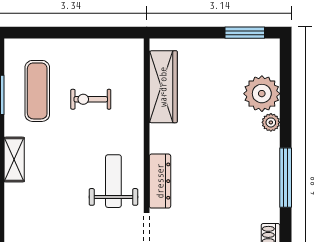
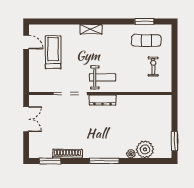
wardrobe: (163, 87) -> (148, 102), removed
exercise bike: (91, 99) -> (153, 67), moved
shelving: (14, 160) -> (91, 29), moved

